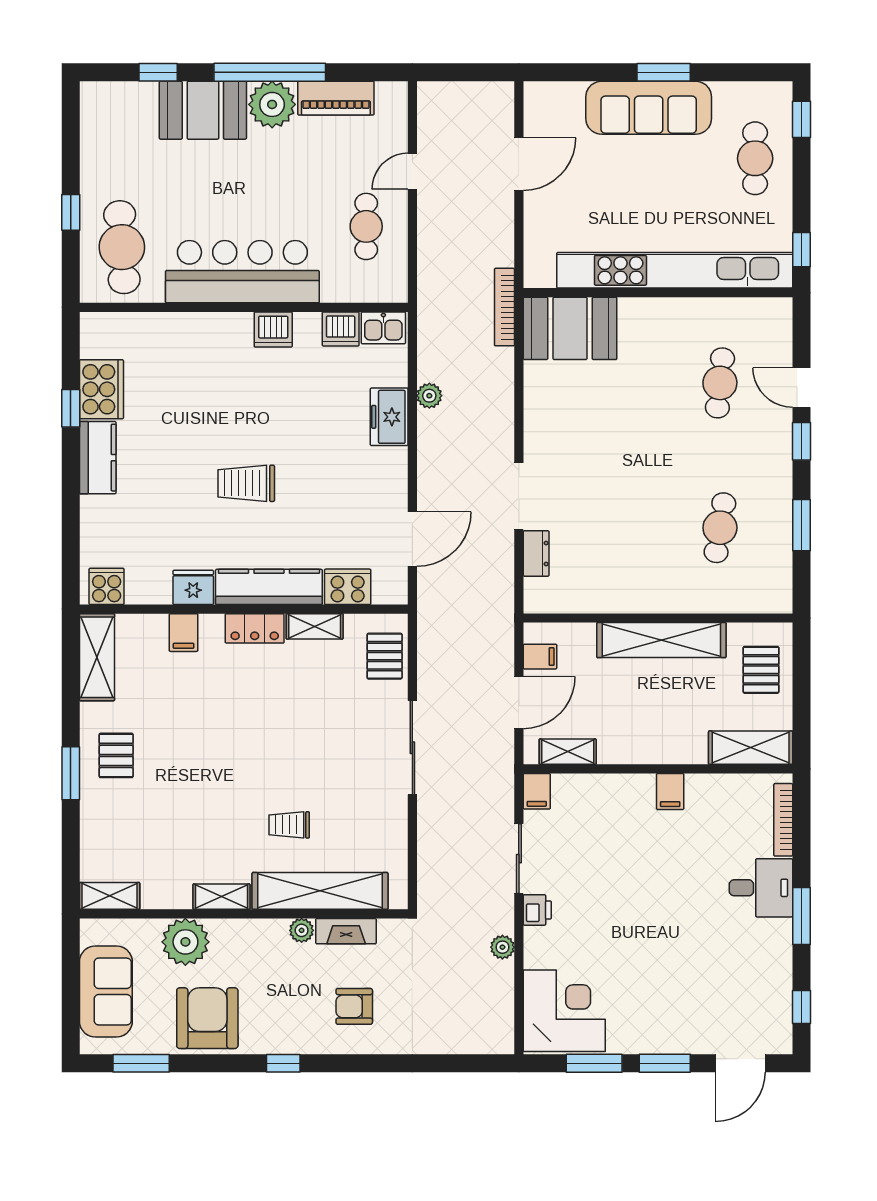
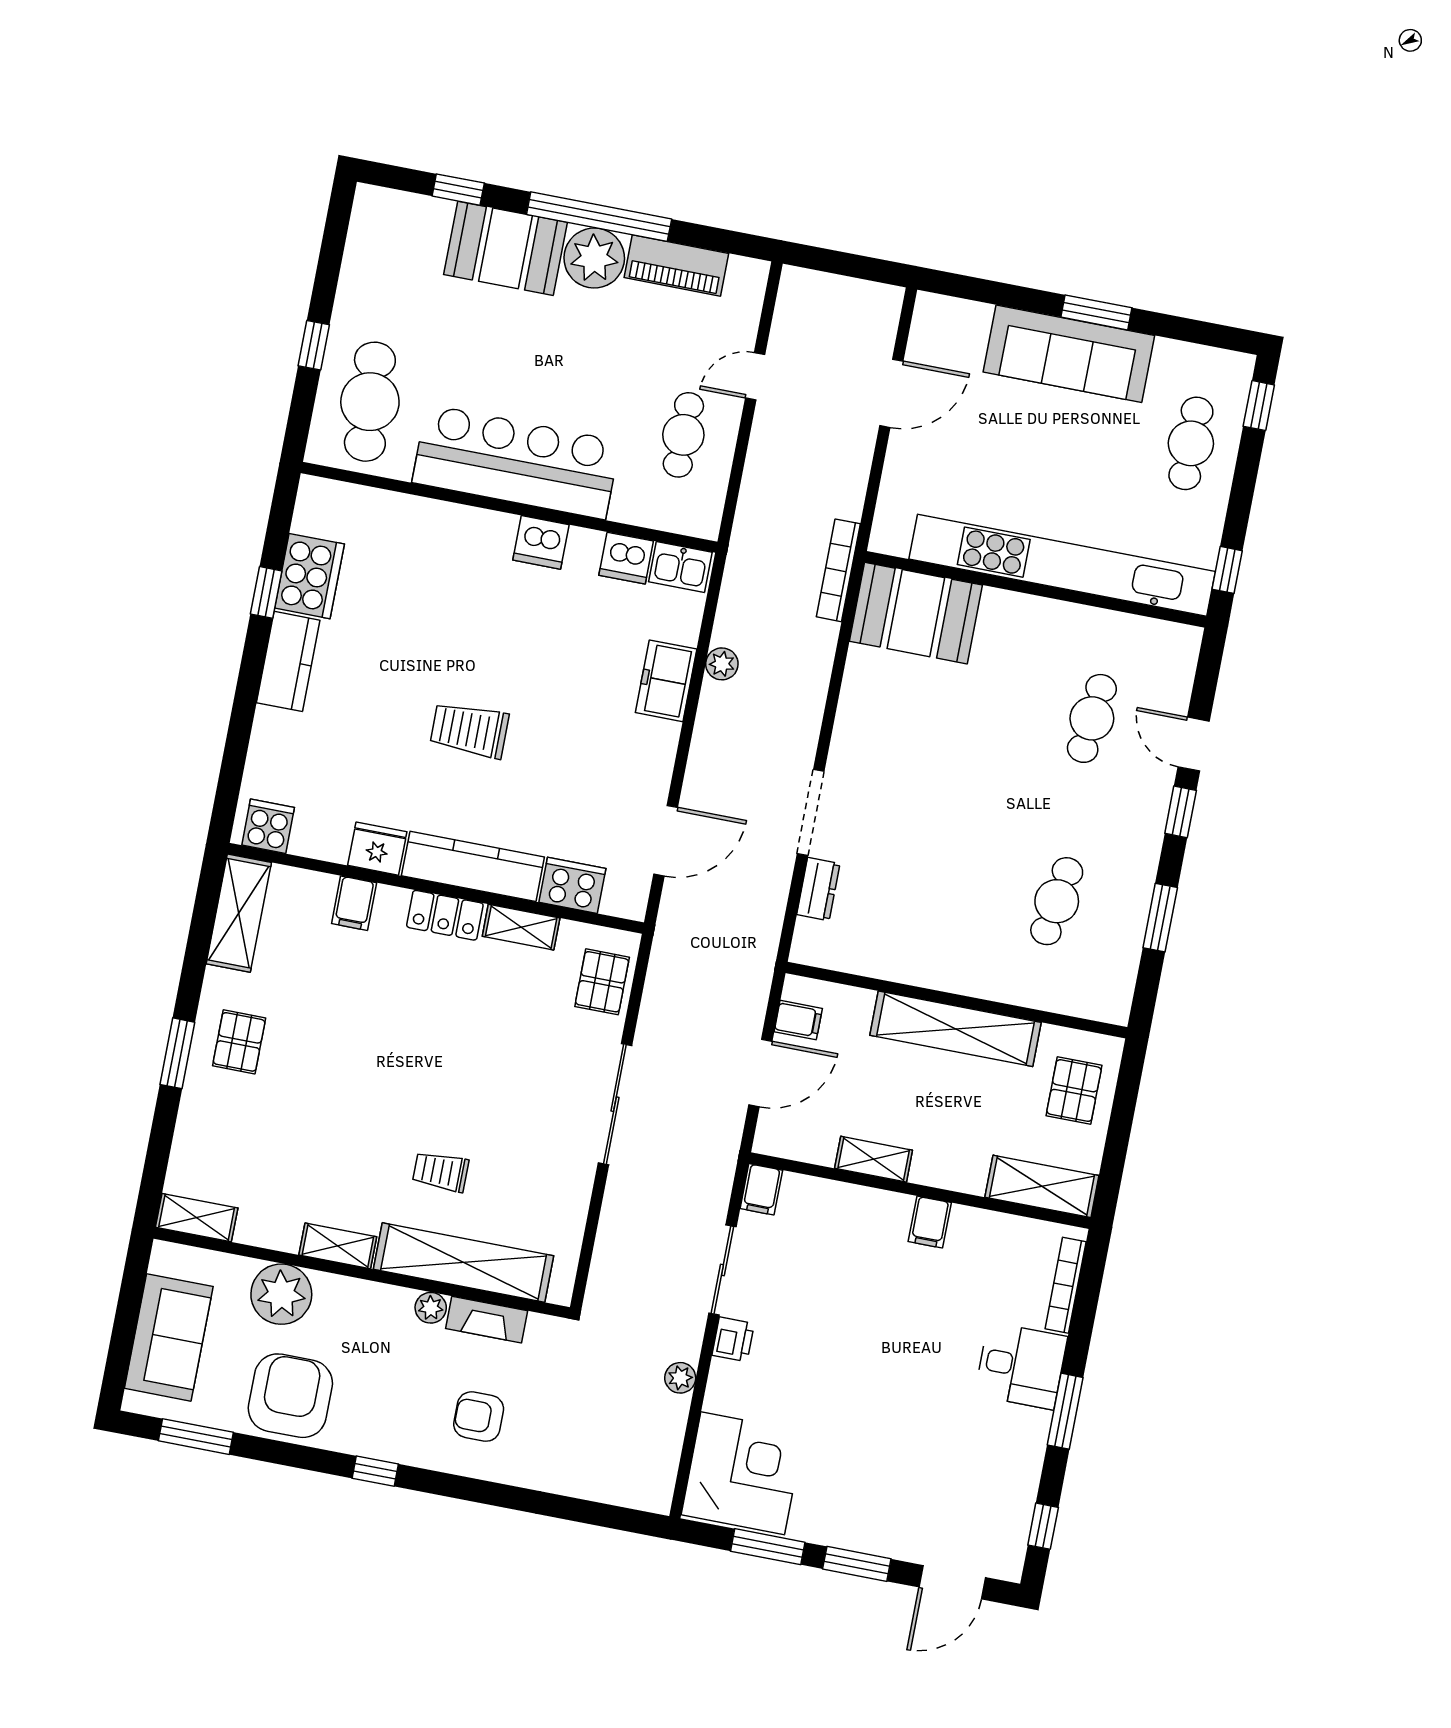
shelving: (568, 752) -> (874, 1159), moved

